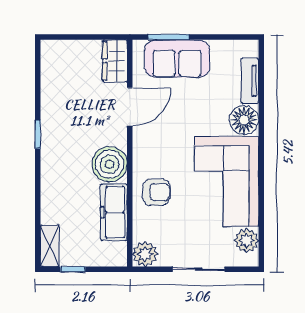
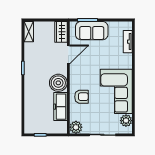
floor lamp: (244, 120) -> (125, 61), removed
shelving: (50, 246) -> (29, 32), moved

